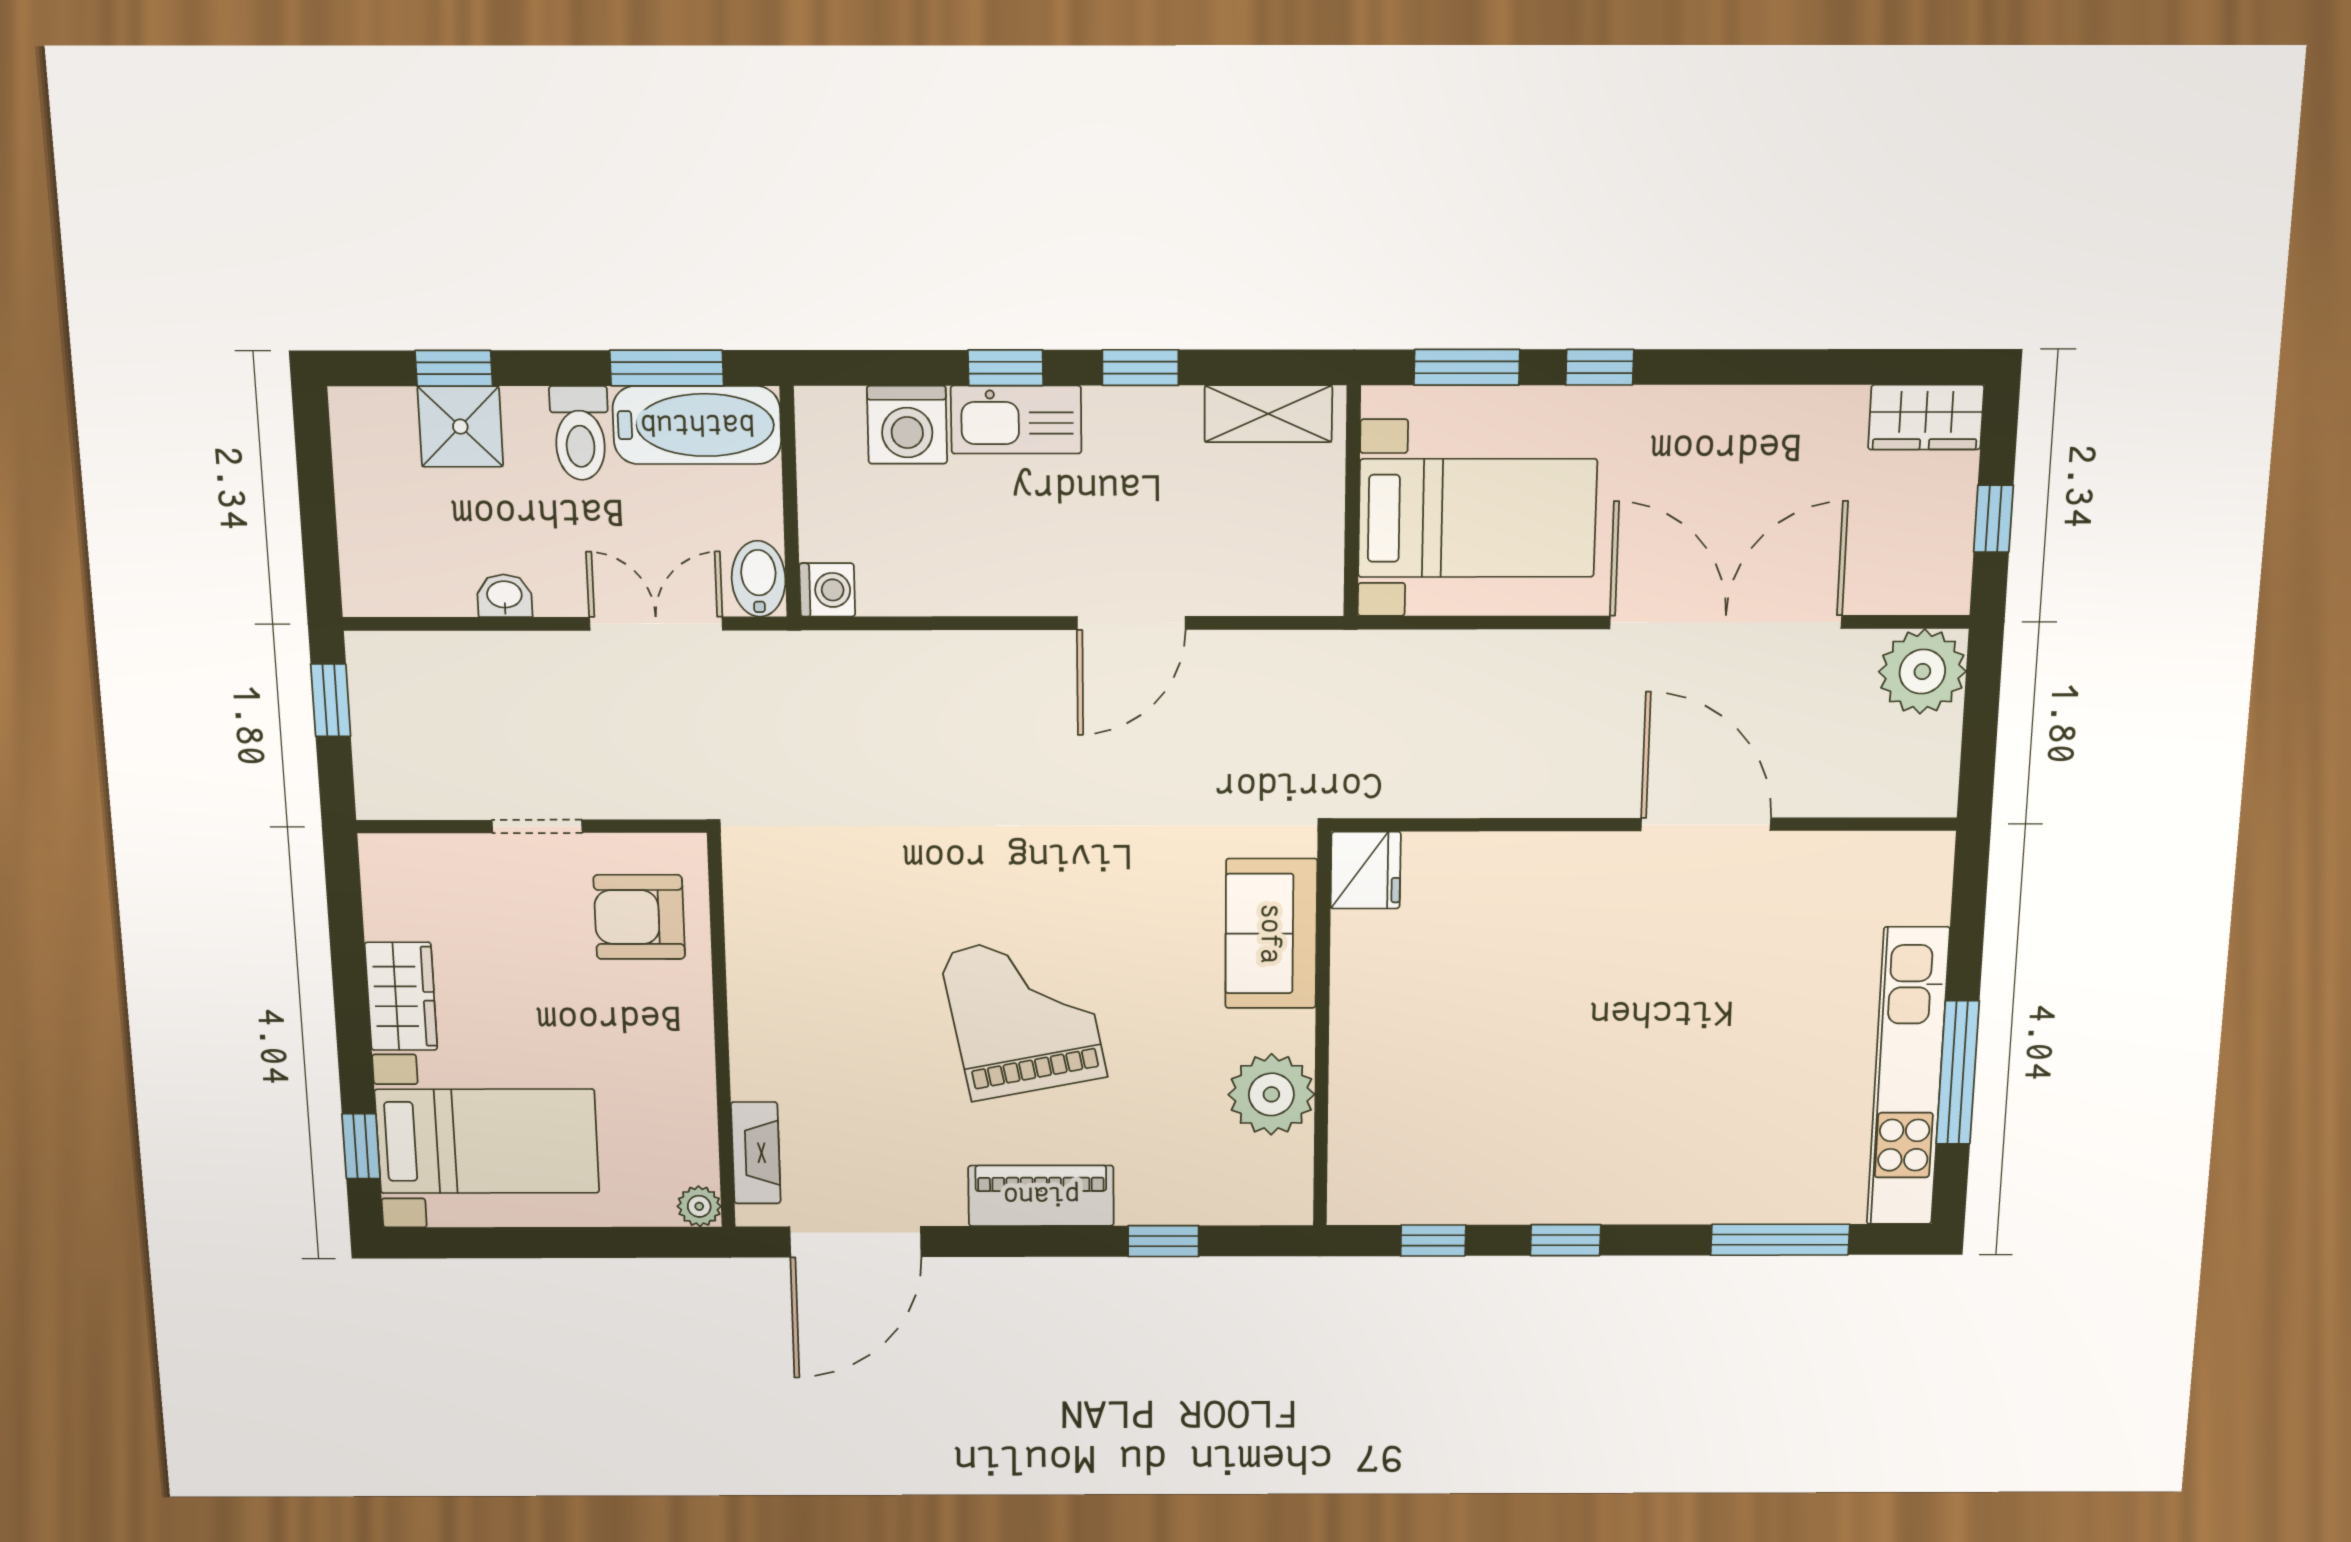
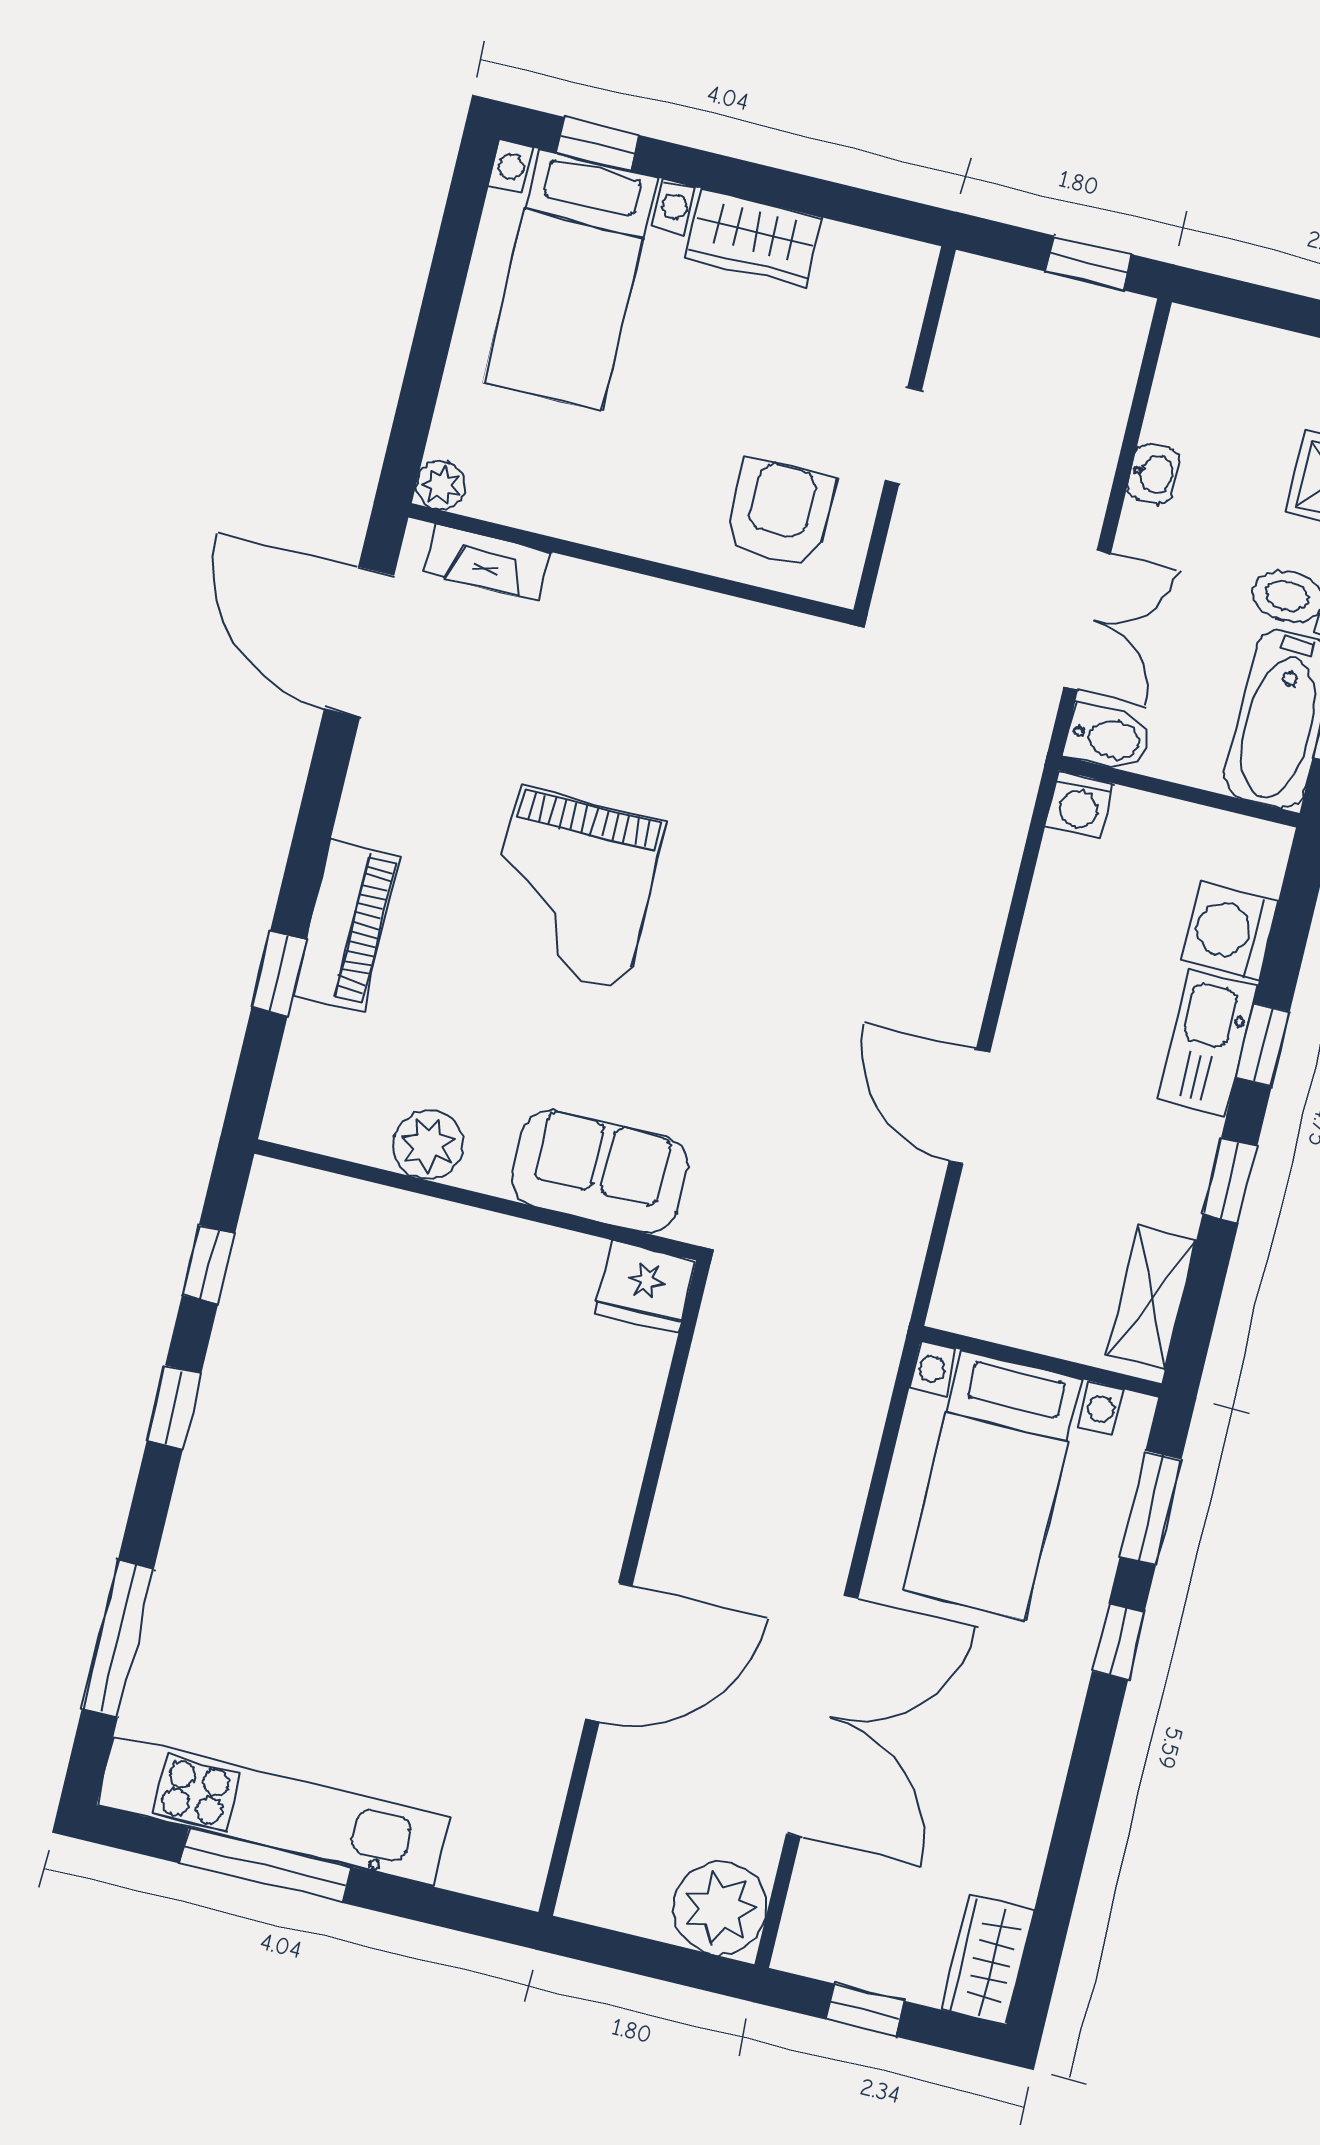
grand piano: (1023, 1015) -> (573, 888), turned 101
plant: (1271, 1094) -> (429, 1145), width x0.73, depth x0.73
piano: (1041, 1196) -> (346, 925), moved

